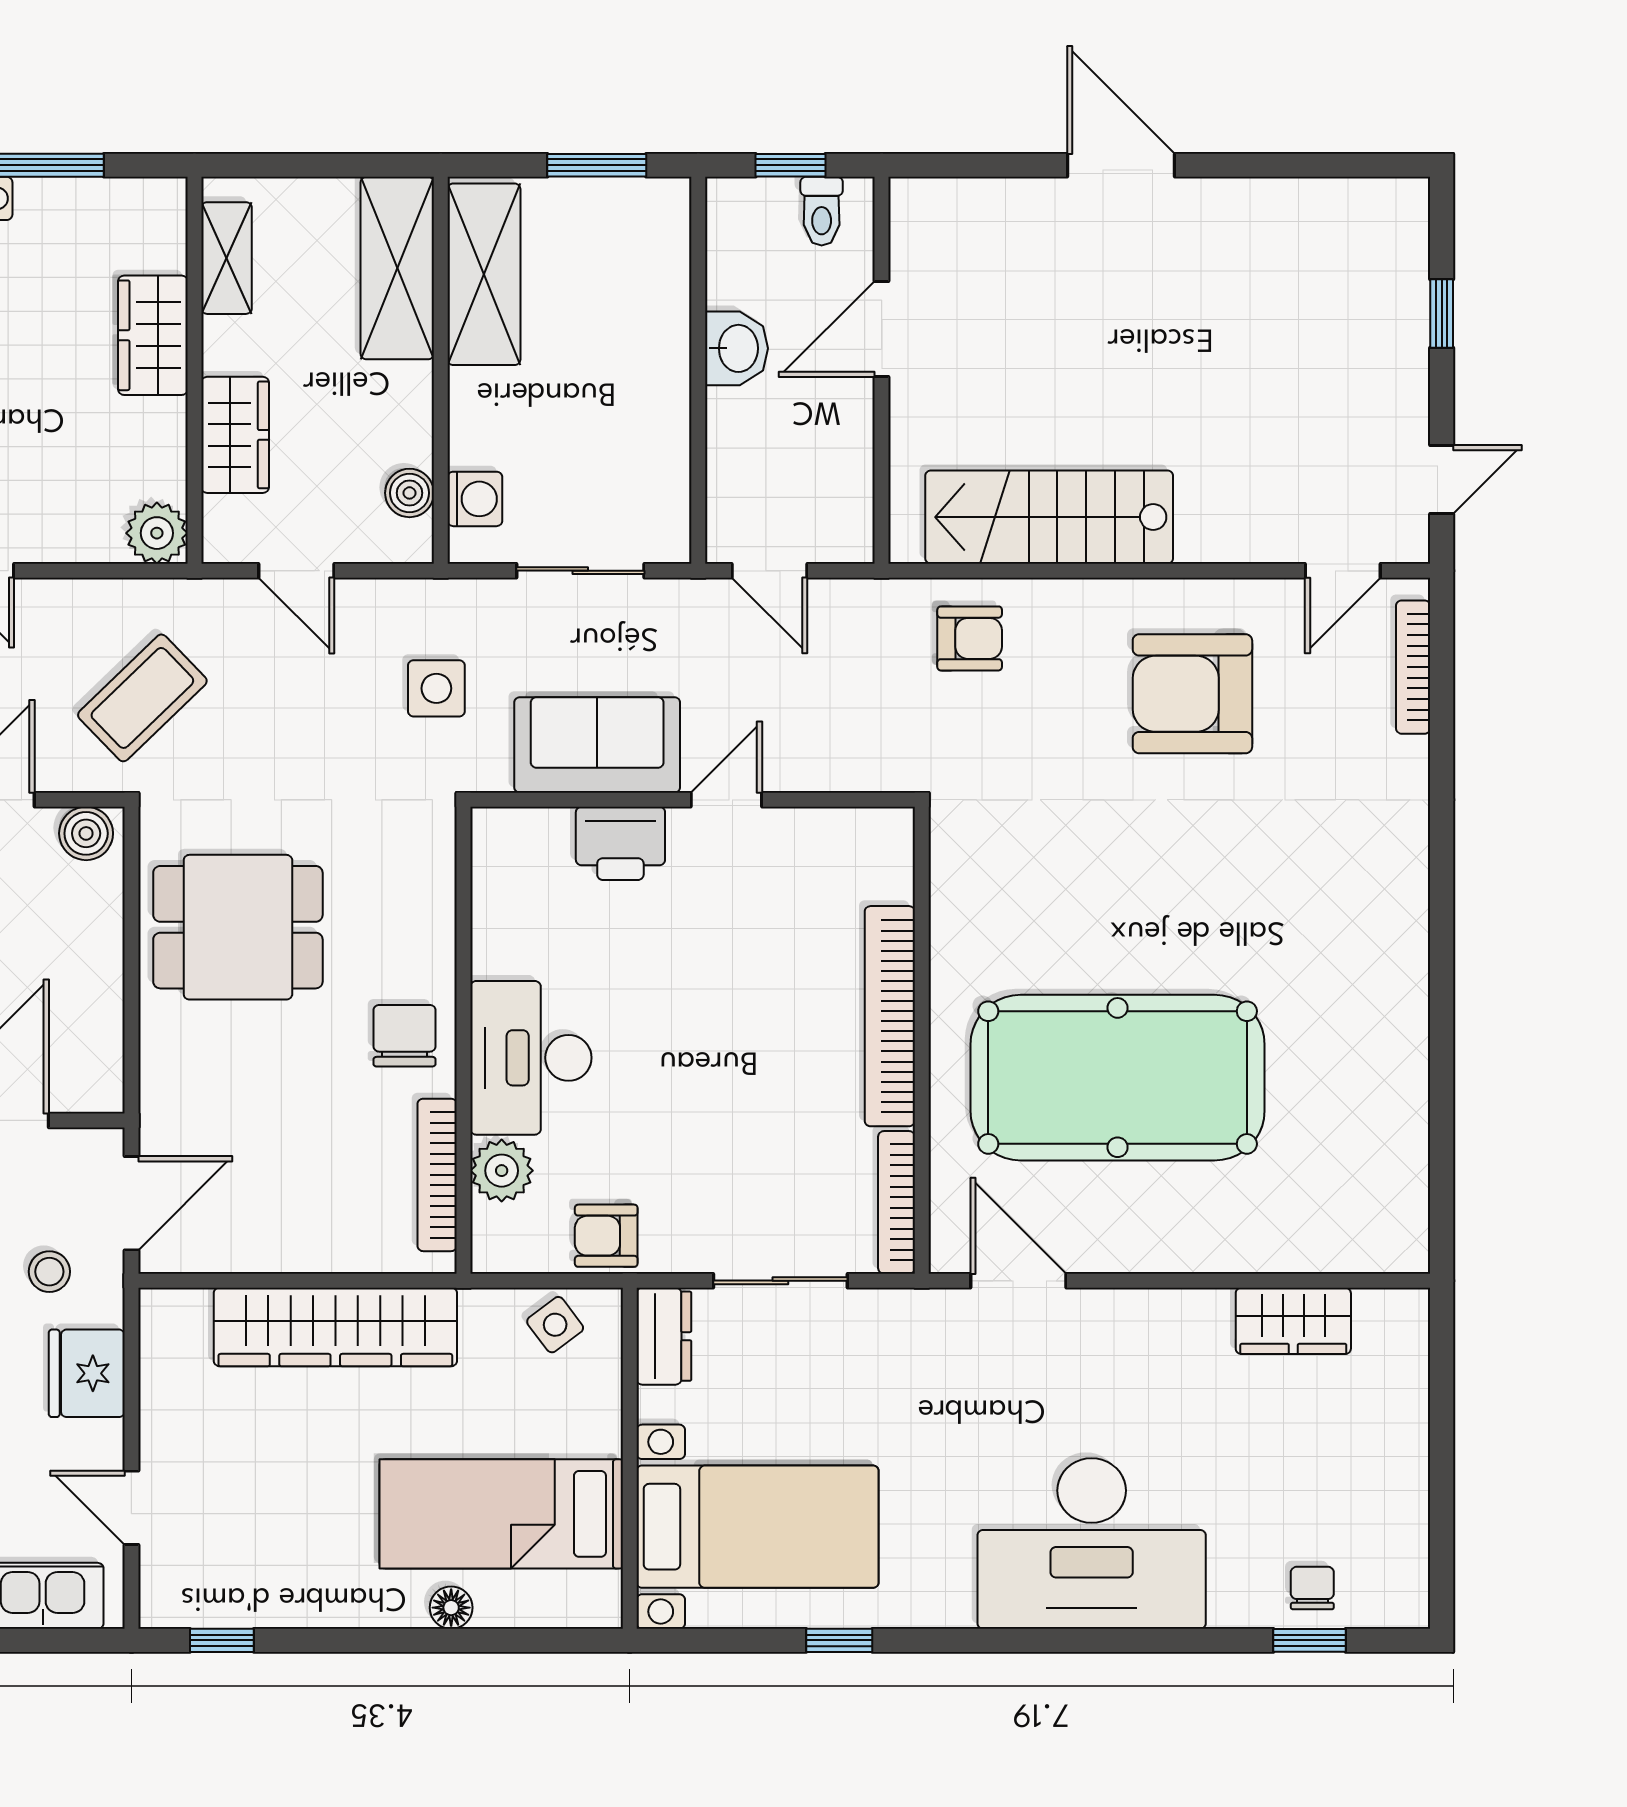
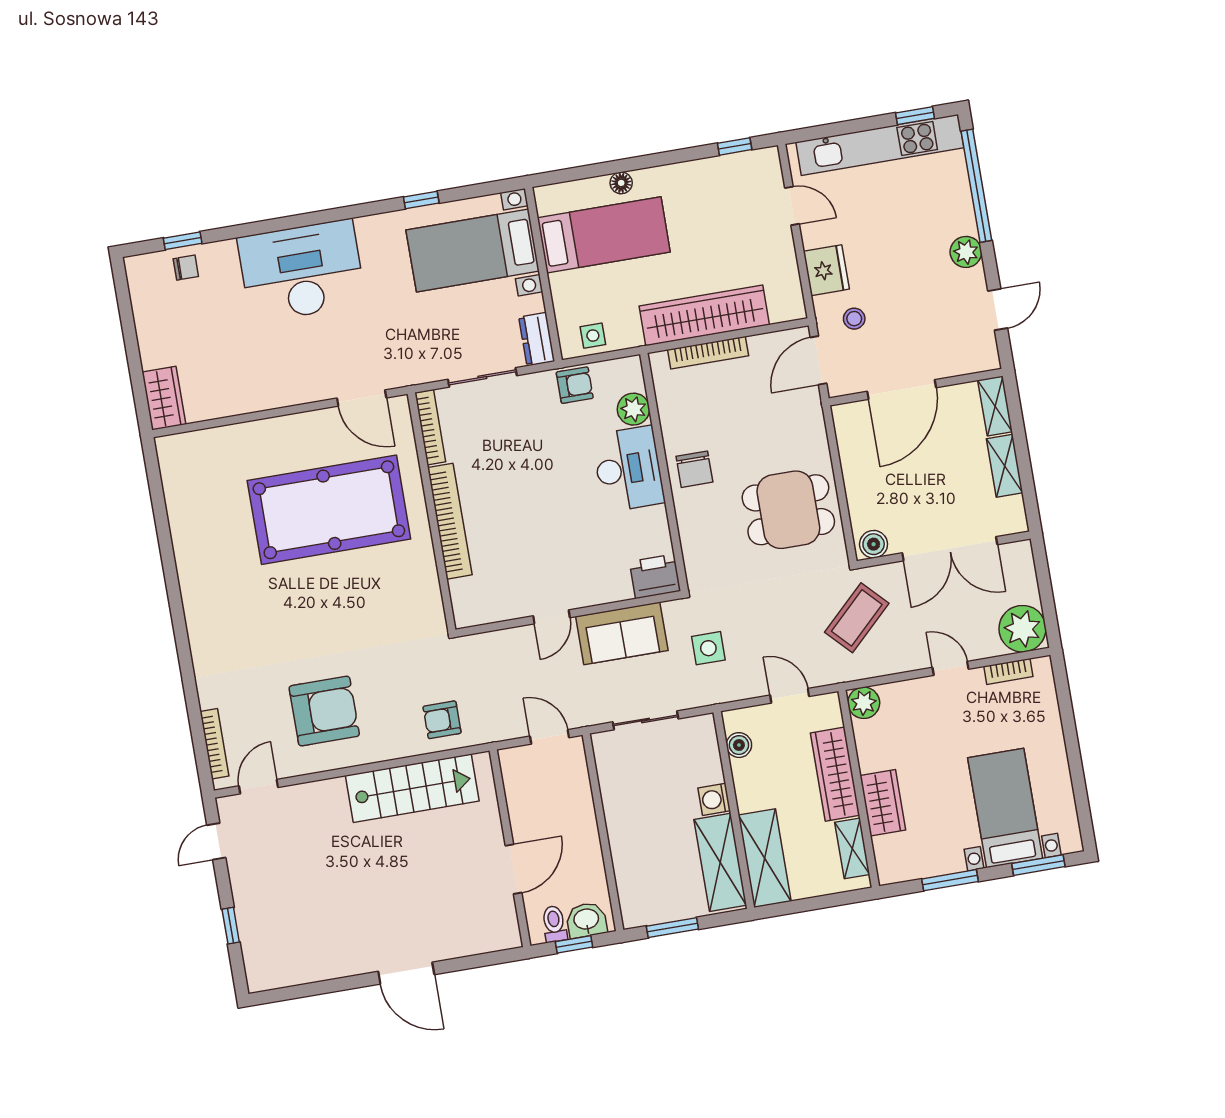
washbasin: (737, 348) -> (586, 920), moved, turned 90
wardrobe: (235, 435) -> (835, 774), width x1.50
washing machine: (475, 499) -> (714, 799), moved
printer: (620, 843) -> (655, 576), moved
bookcase: (437, 1175) -> (708, 353), moved, turned 90
wardrobe: (1293, 1321) -> (164, 398), moved, turned 90
side table: (555, 1325) -> (593, 336), turned 37
chair: (1312, 1588) -> (186, 268), turned -90

